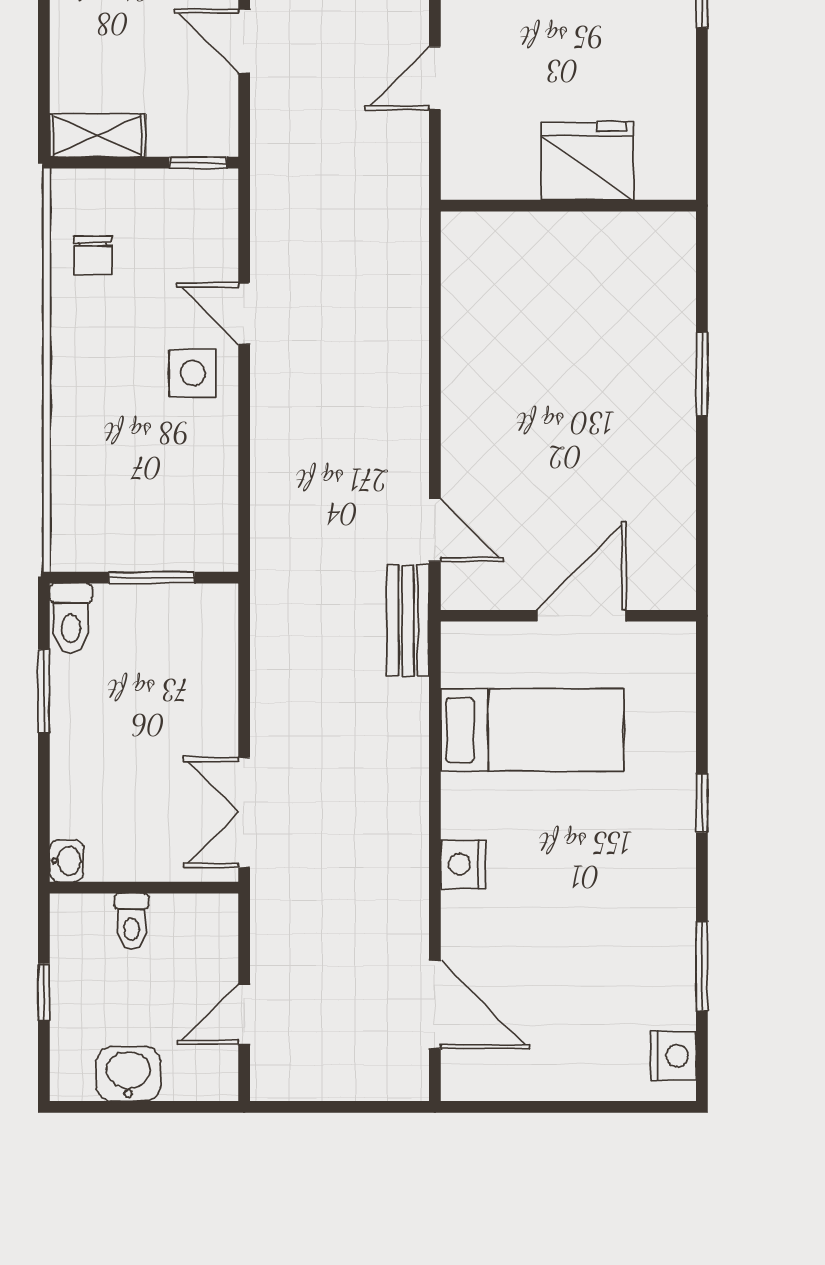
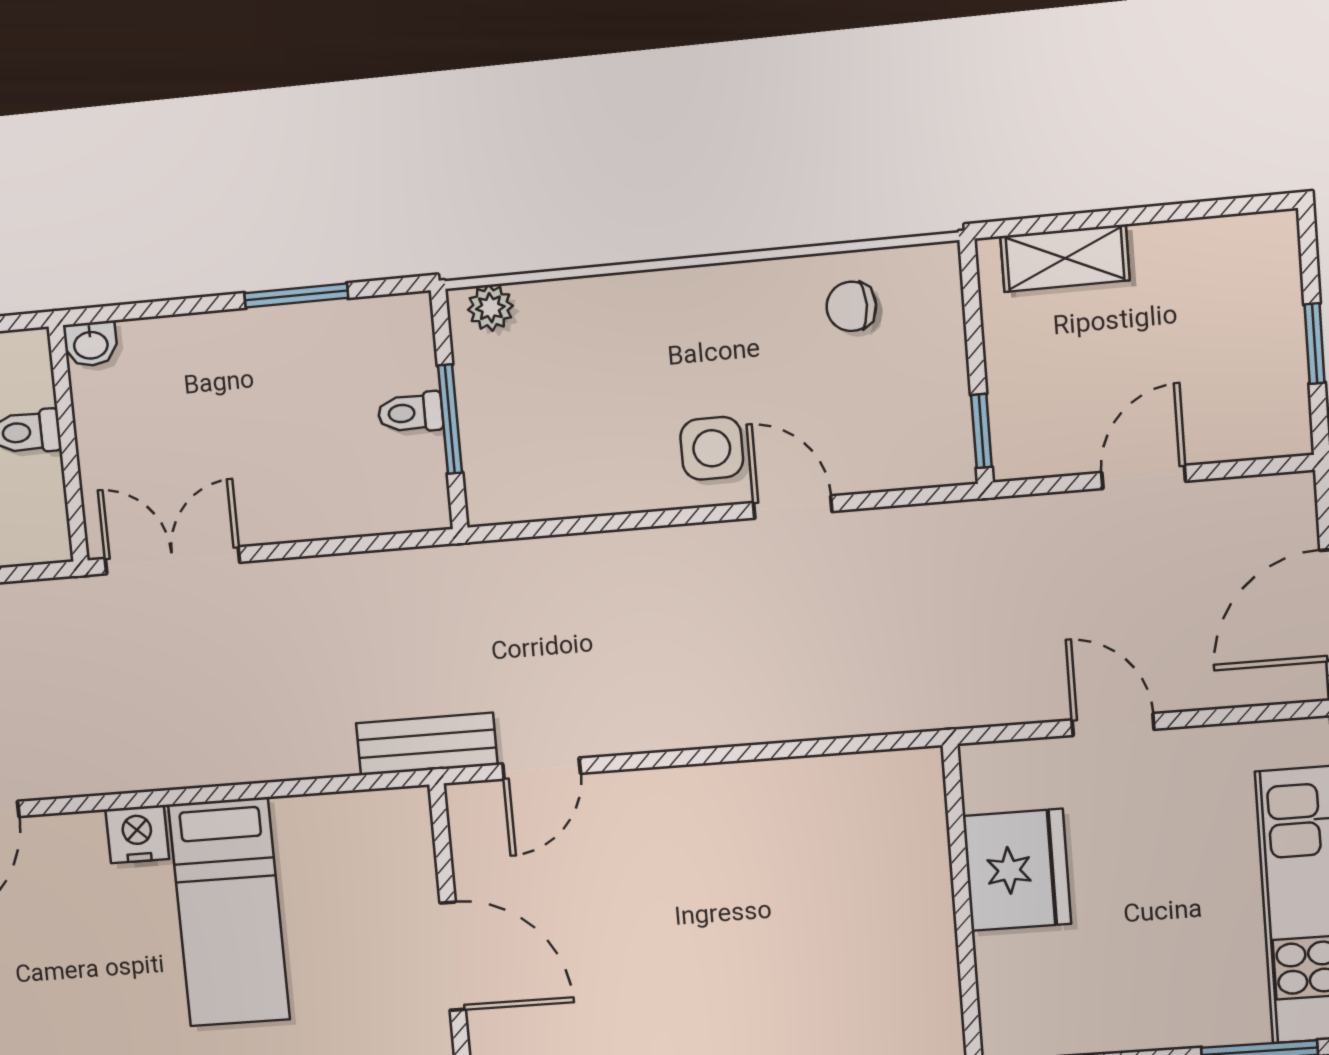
shelving: (97, 135) -> (1065, 258), moved, turned 90
fridge: (587, 161) -> (1017, 870), moved
door: (244, 314) -> (793, 507), hinge flipped
plant: (68, 537) -> (490, 308), added
toilet: (71, 618) -> (410, 413), moved, width x0.73, depth x0.72
bed: (532, 730) -> (229, 912), moved

